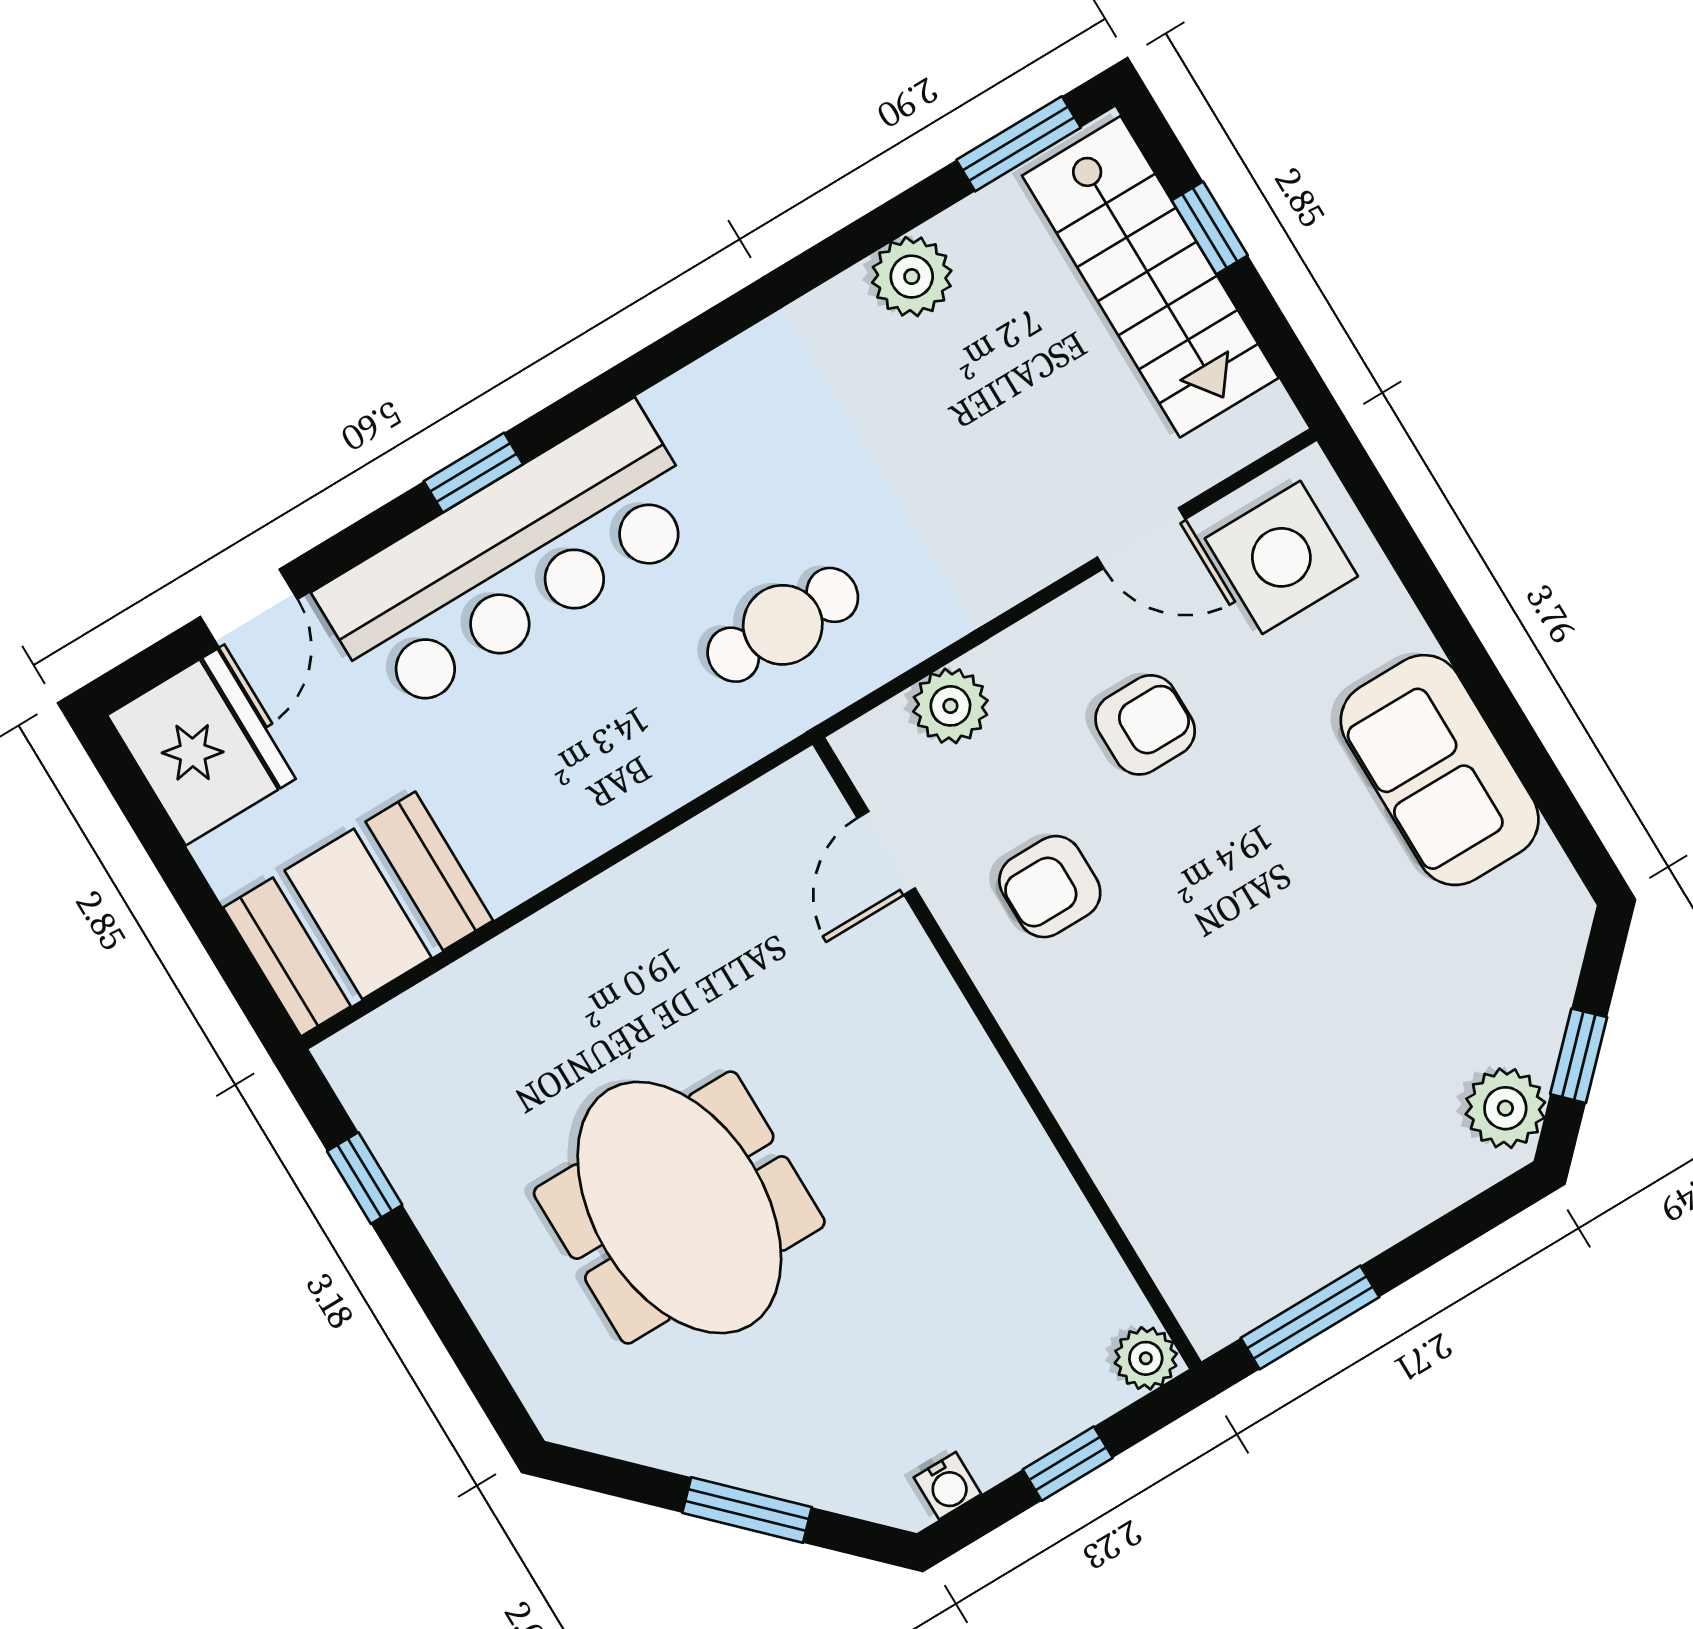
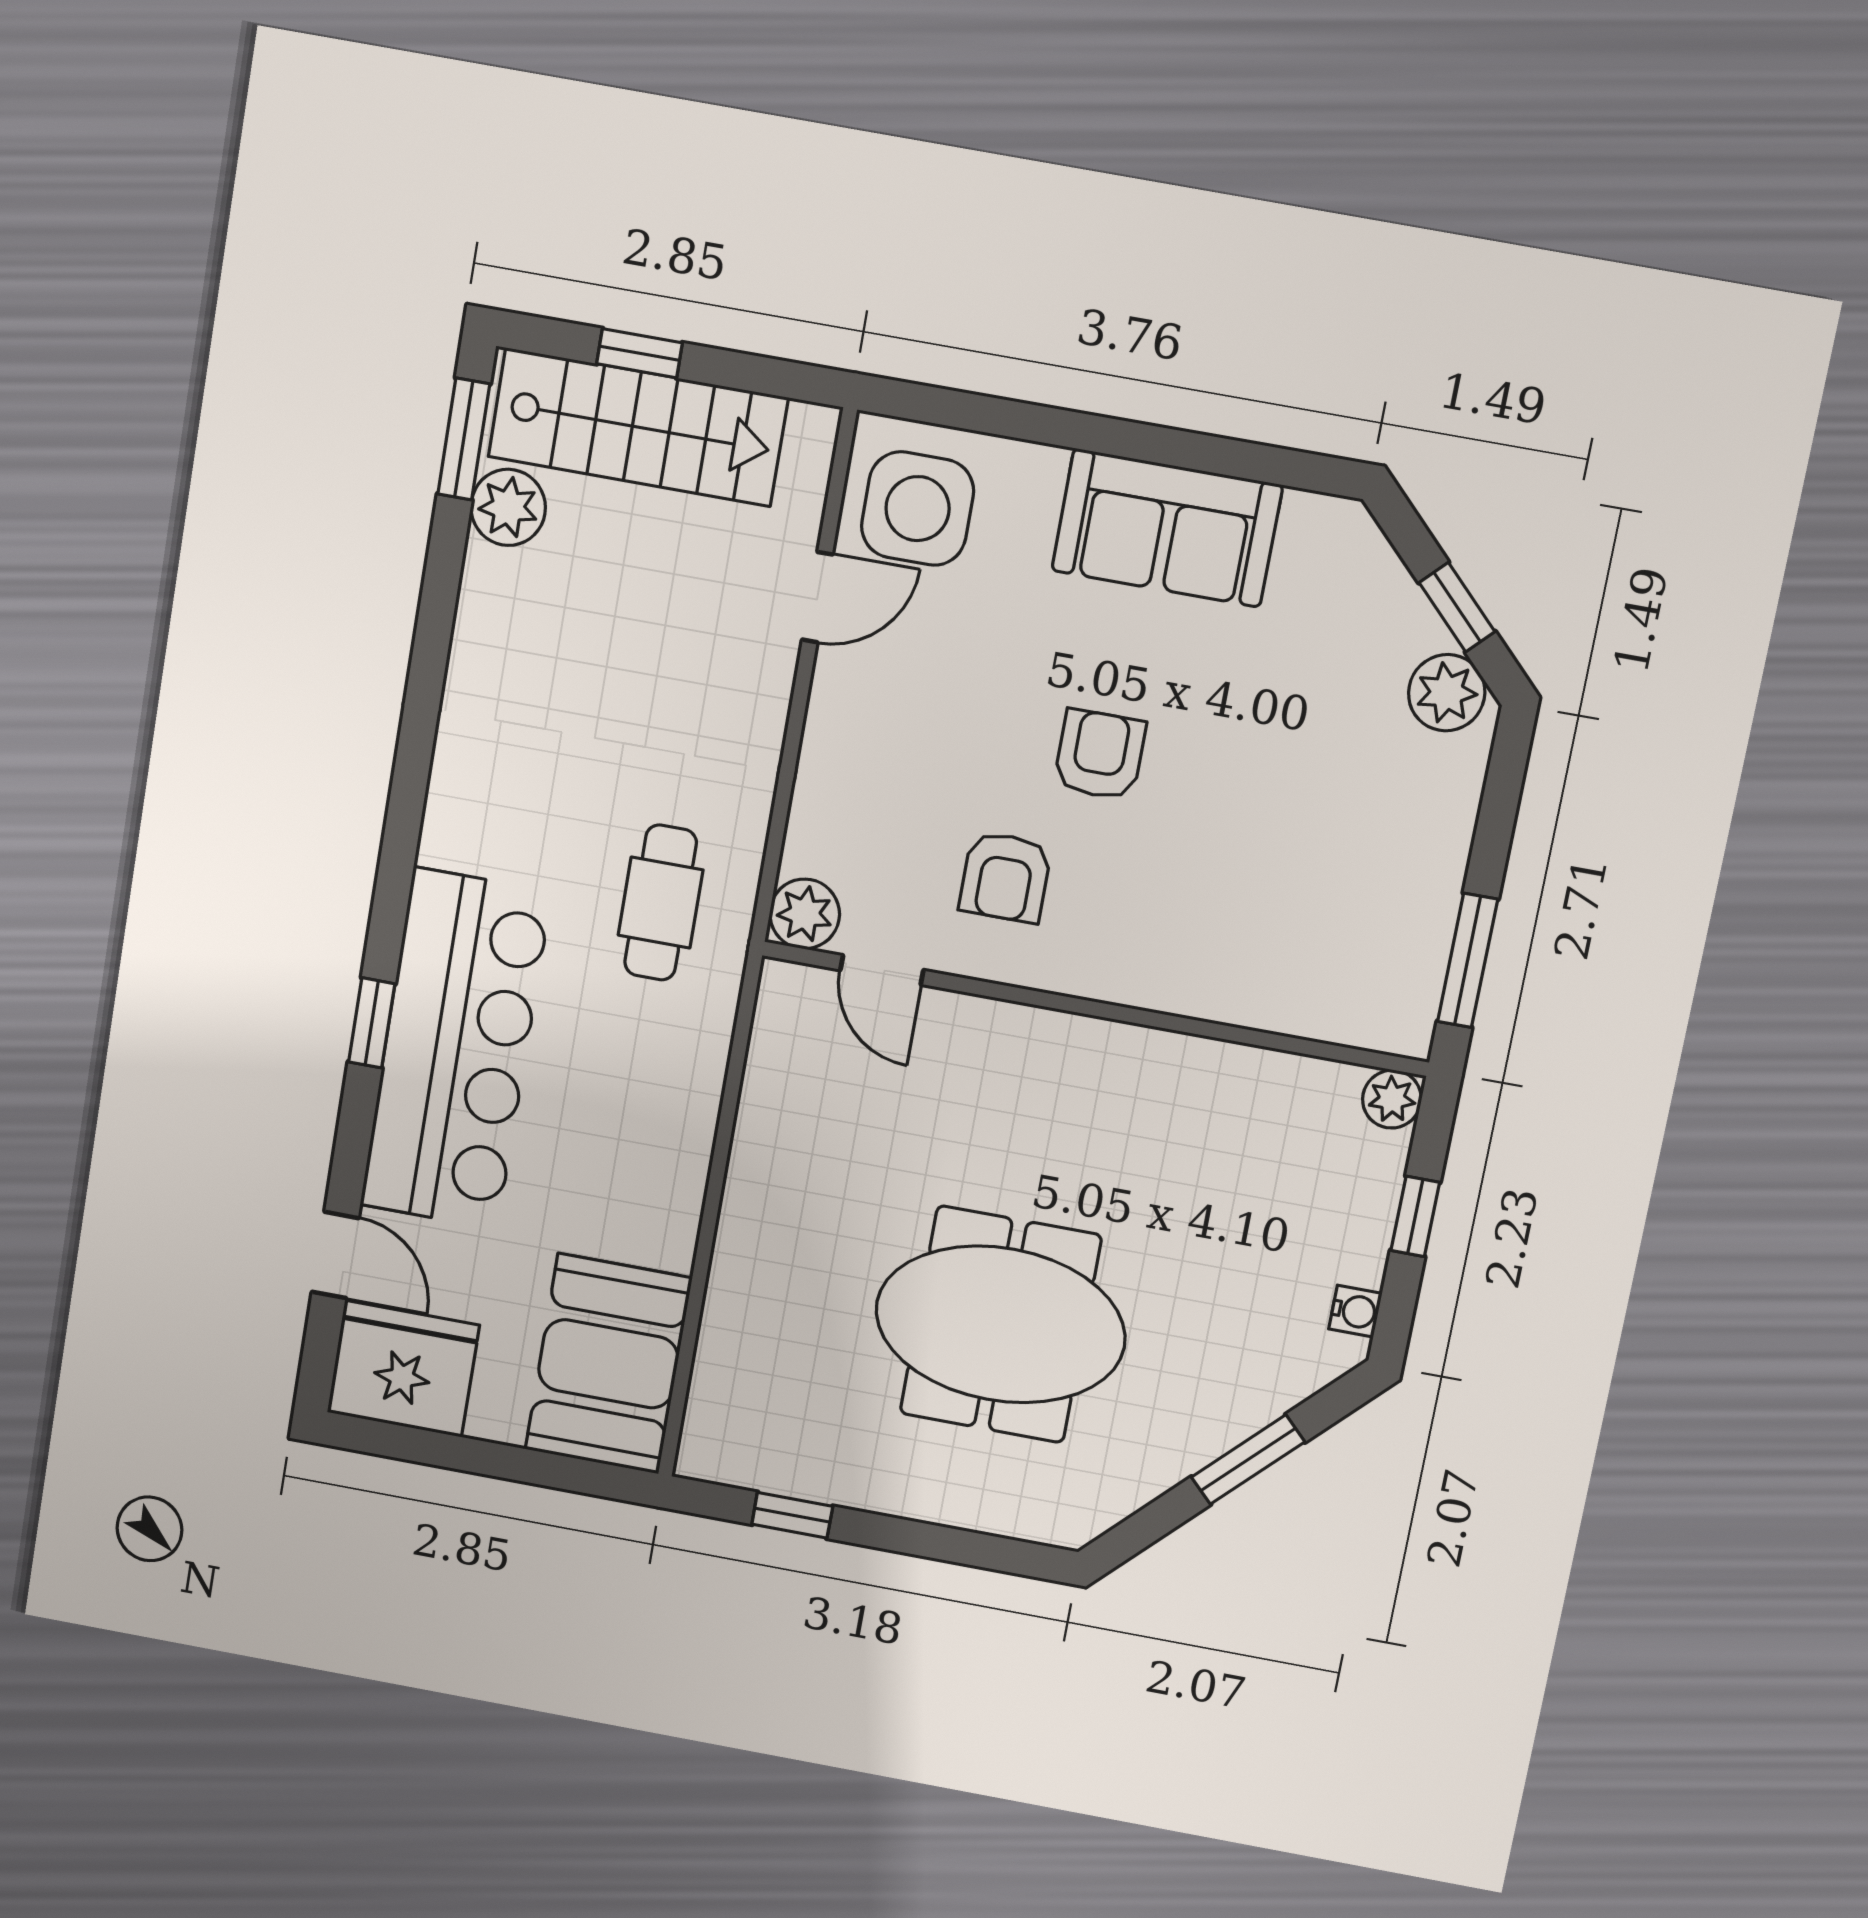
plant: (912, 277) -> (508, 507), moved
plant: (950, 706) -> (805, 914), moved
armchair: (1145, 725) -> (1100, 755), moved

